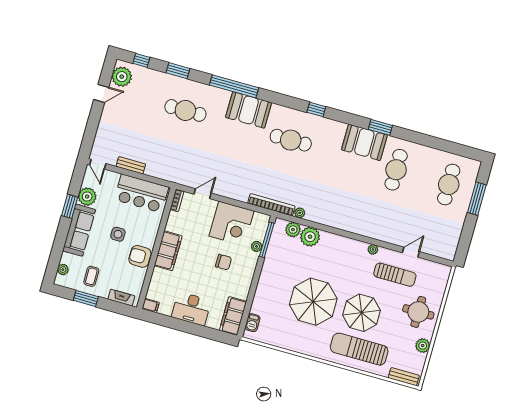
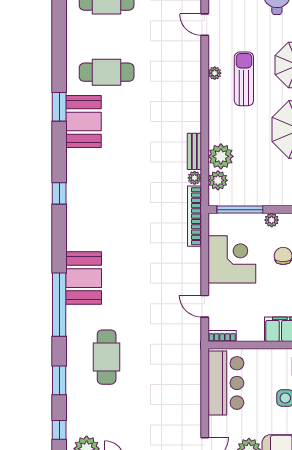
cafe table: (291, 140) -> (107, 215), removed
bench: (131, 165) -> (194, 151), moved
plant: (257, 246) -> (272, 220), moved
sun lounger: (395, 275) -> (244, 79), moved

